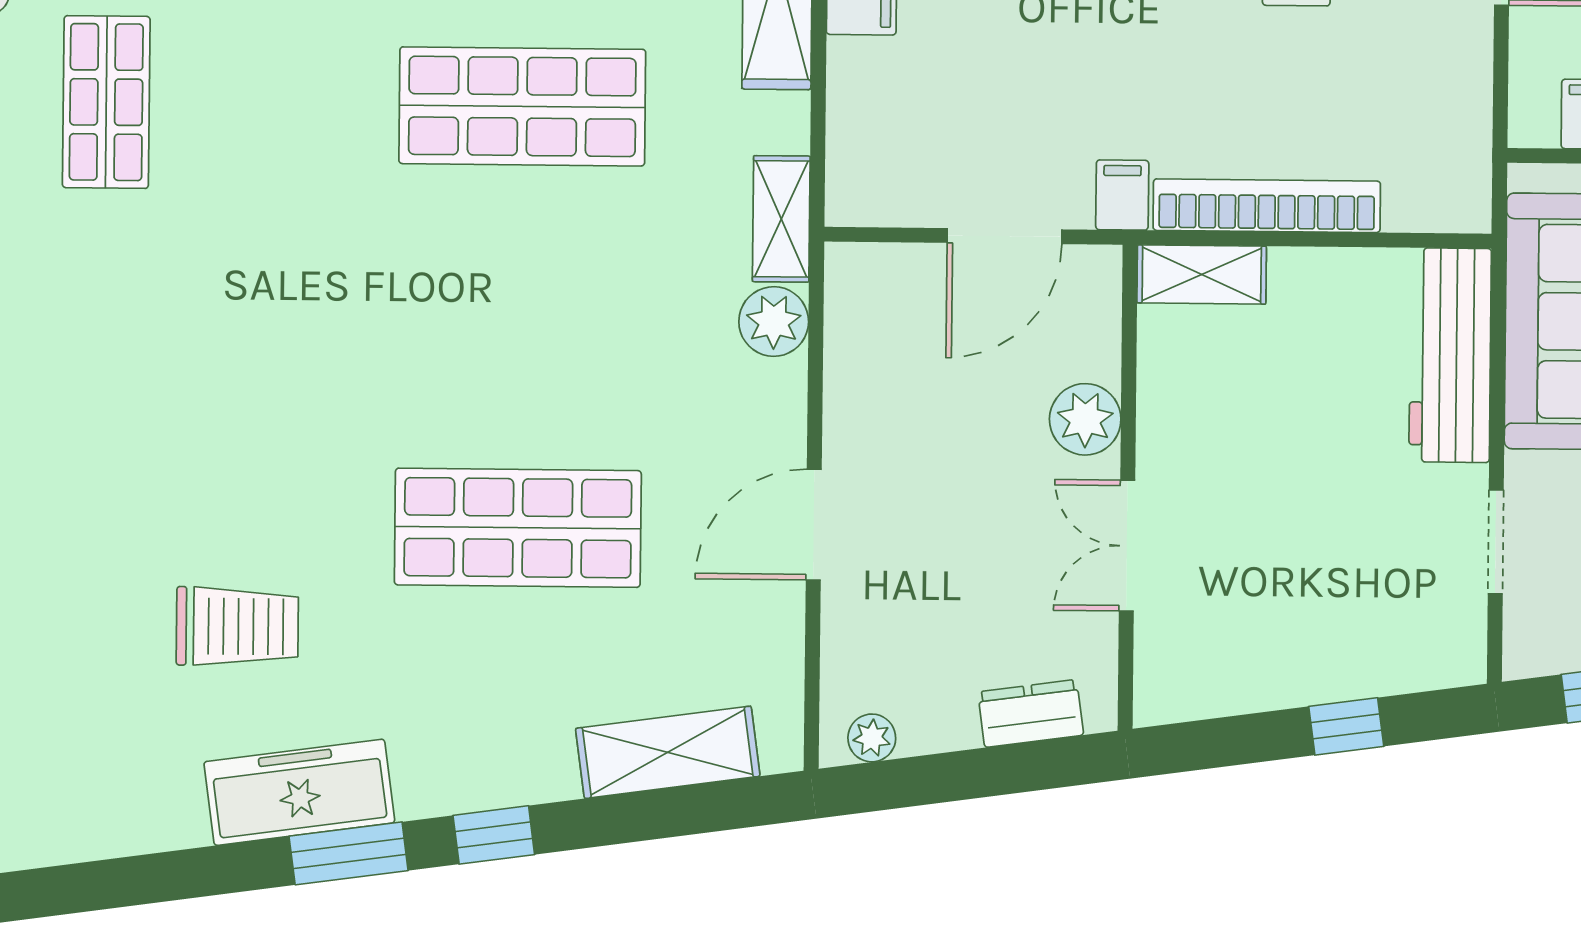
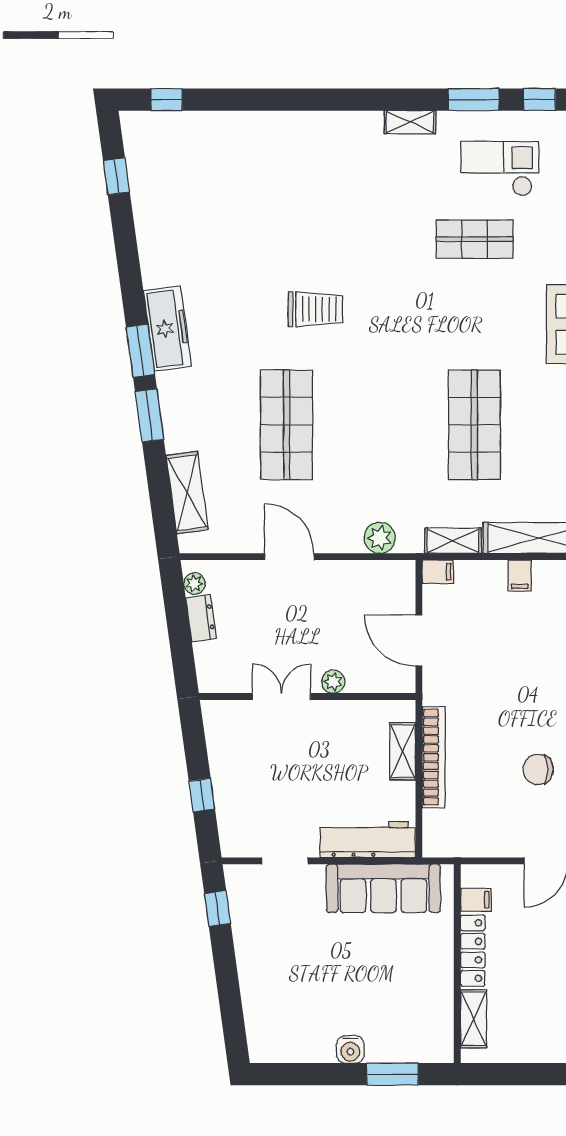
filing cabinet: (1122, 195) -> (438, 572), moved
shelving: (781, 219) -> (453, 541), moved
shelving: (1202, 275) -> (403, 751), moved
plant: (1085, 419) -> (333, 682), width x0.73, depth x0.73
trolley: (237, 626) -> (315, 309), moved, turned -90
dresser: (1031, 713) -> (201, 618), moved
window: (494, 835) -> (149, 415), width x1.50

